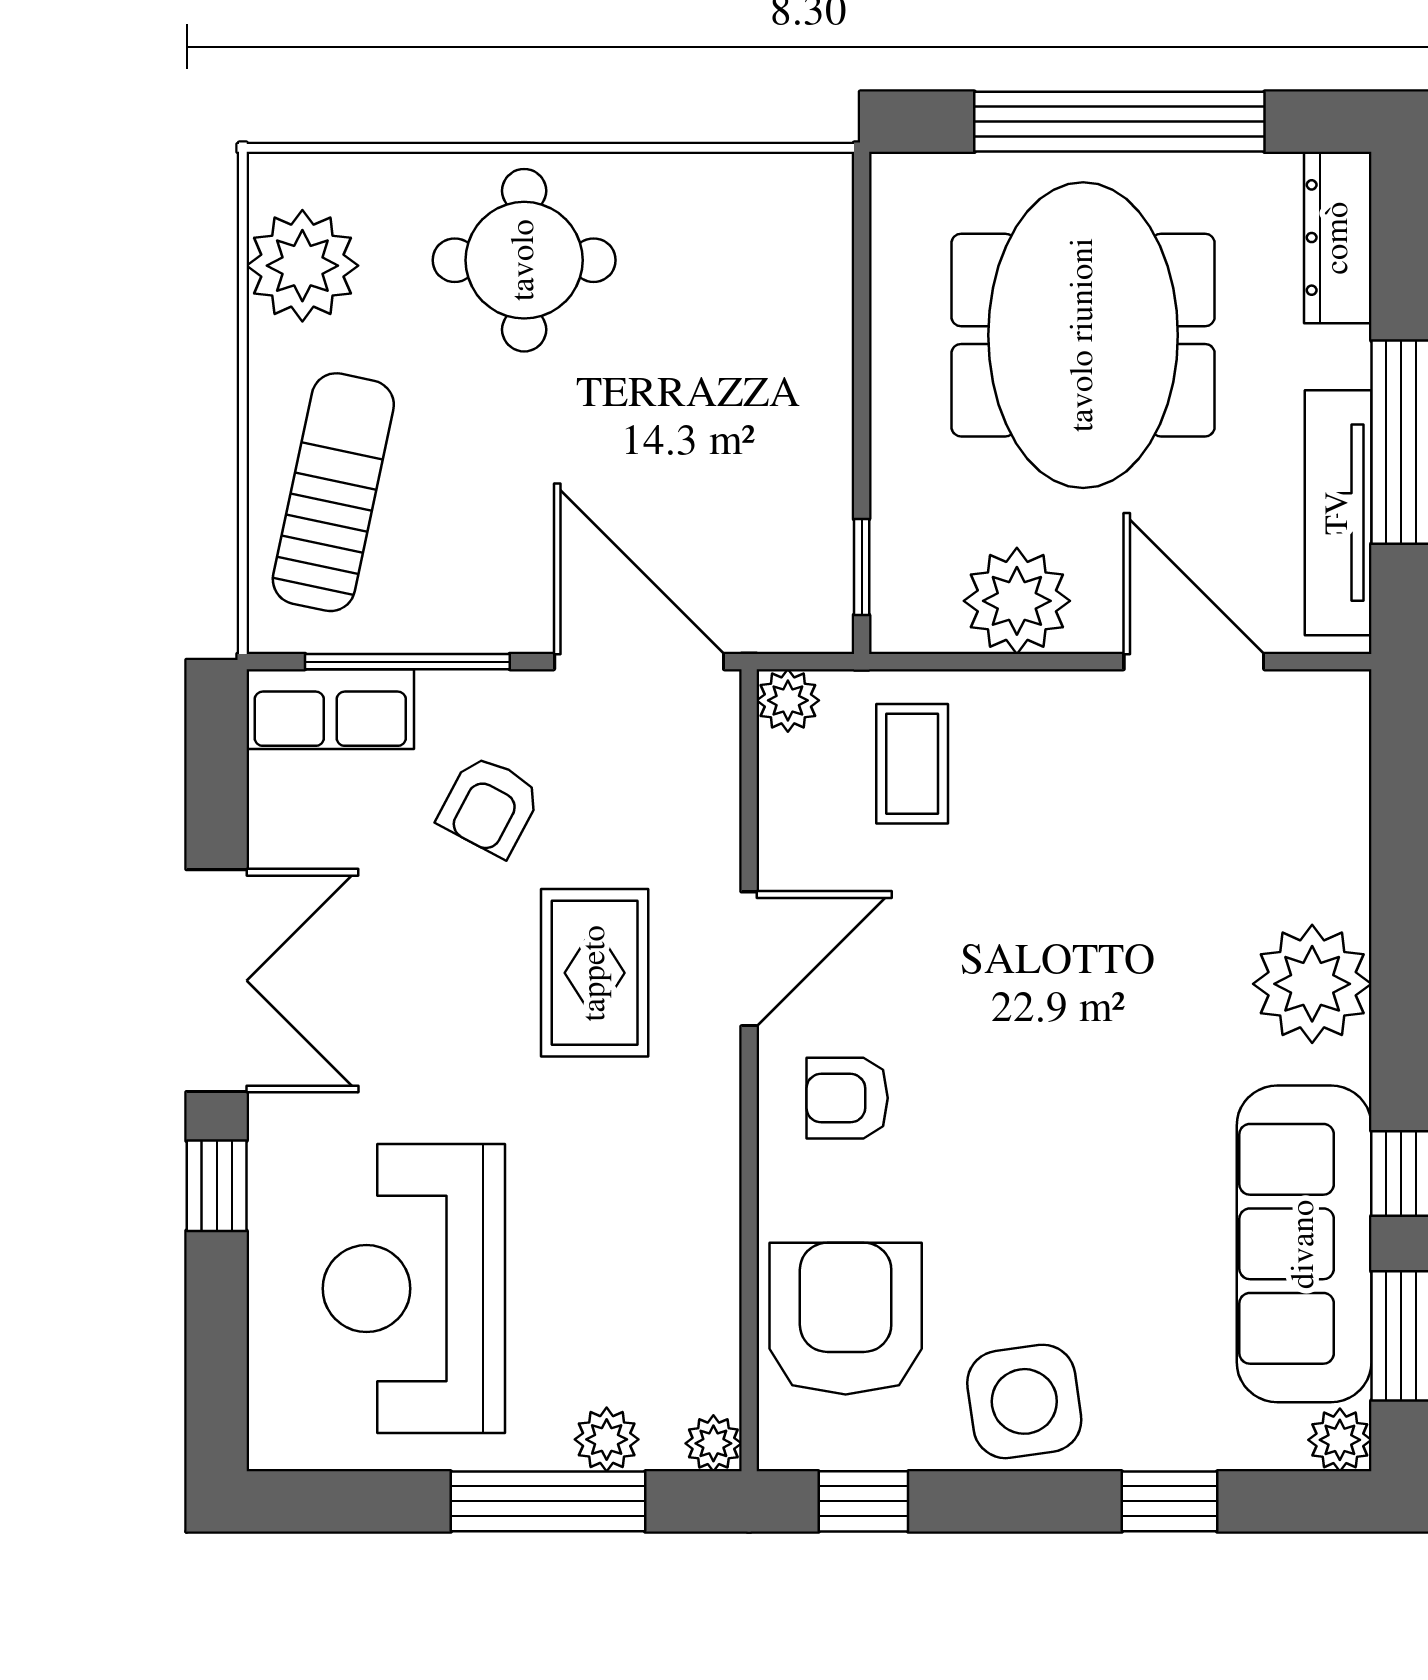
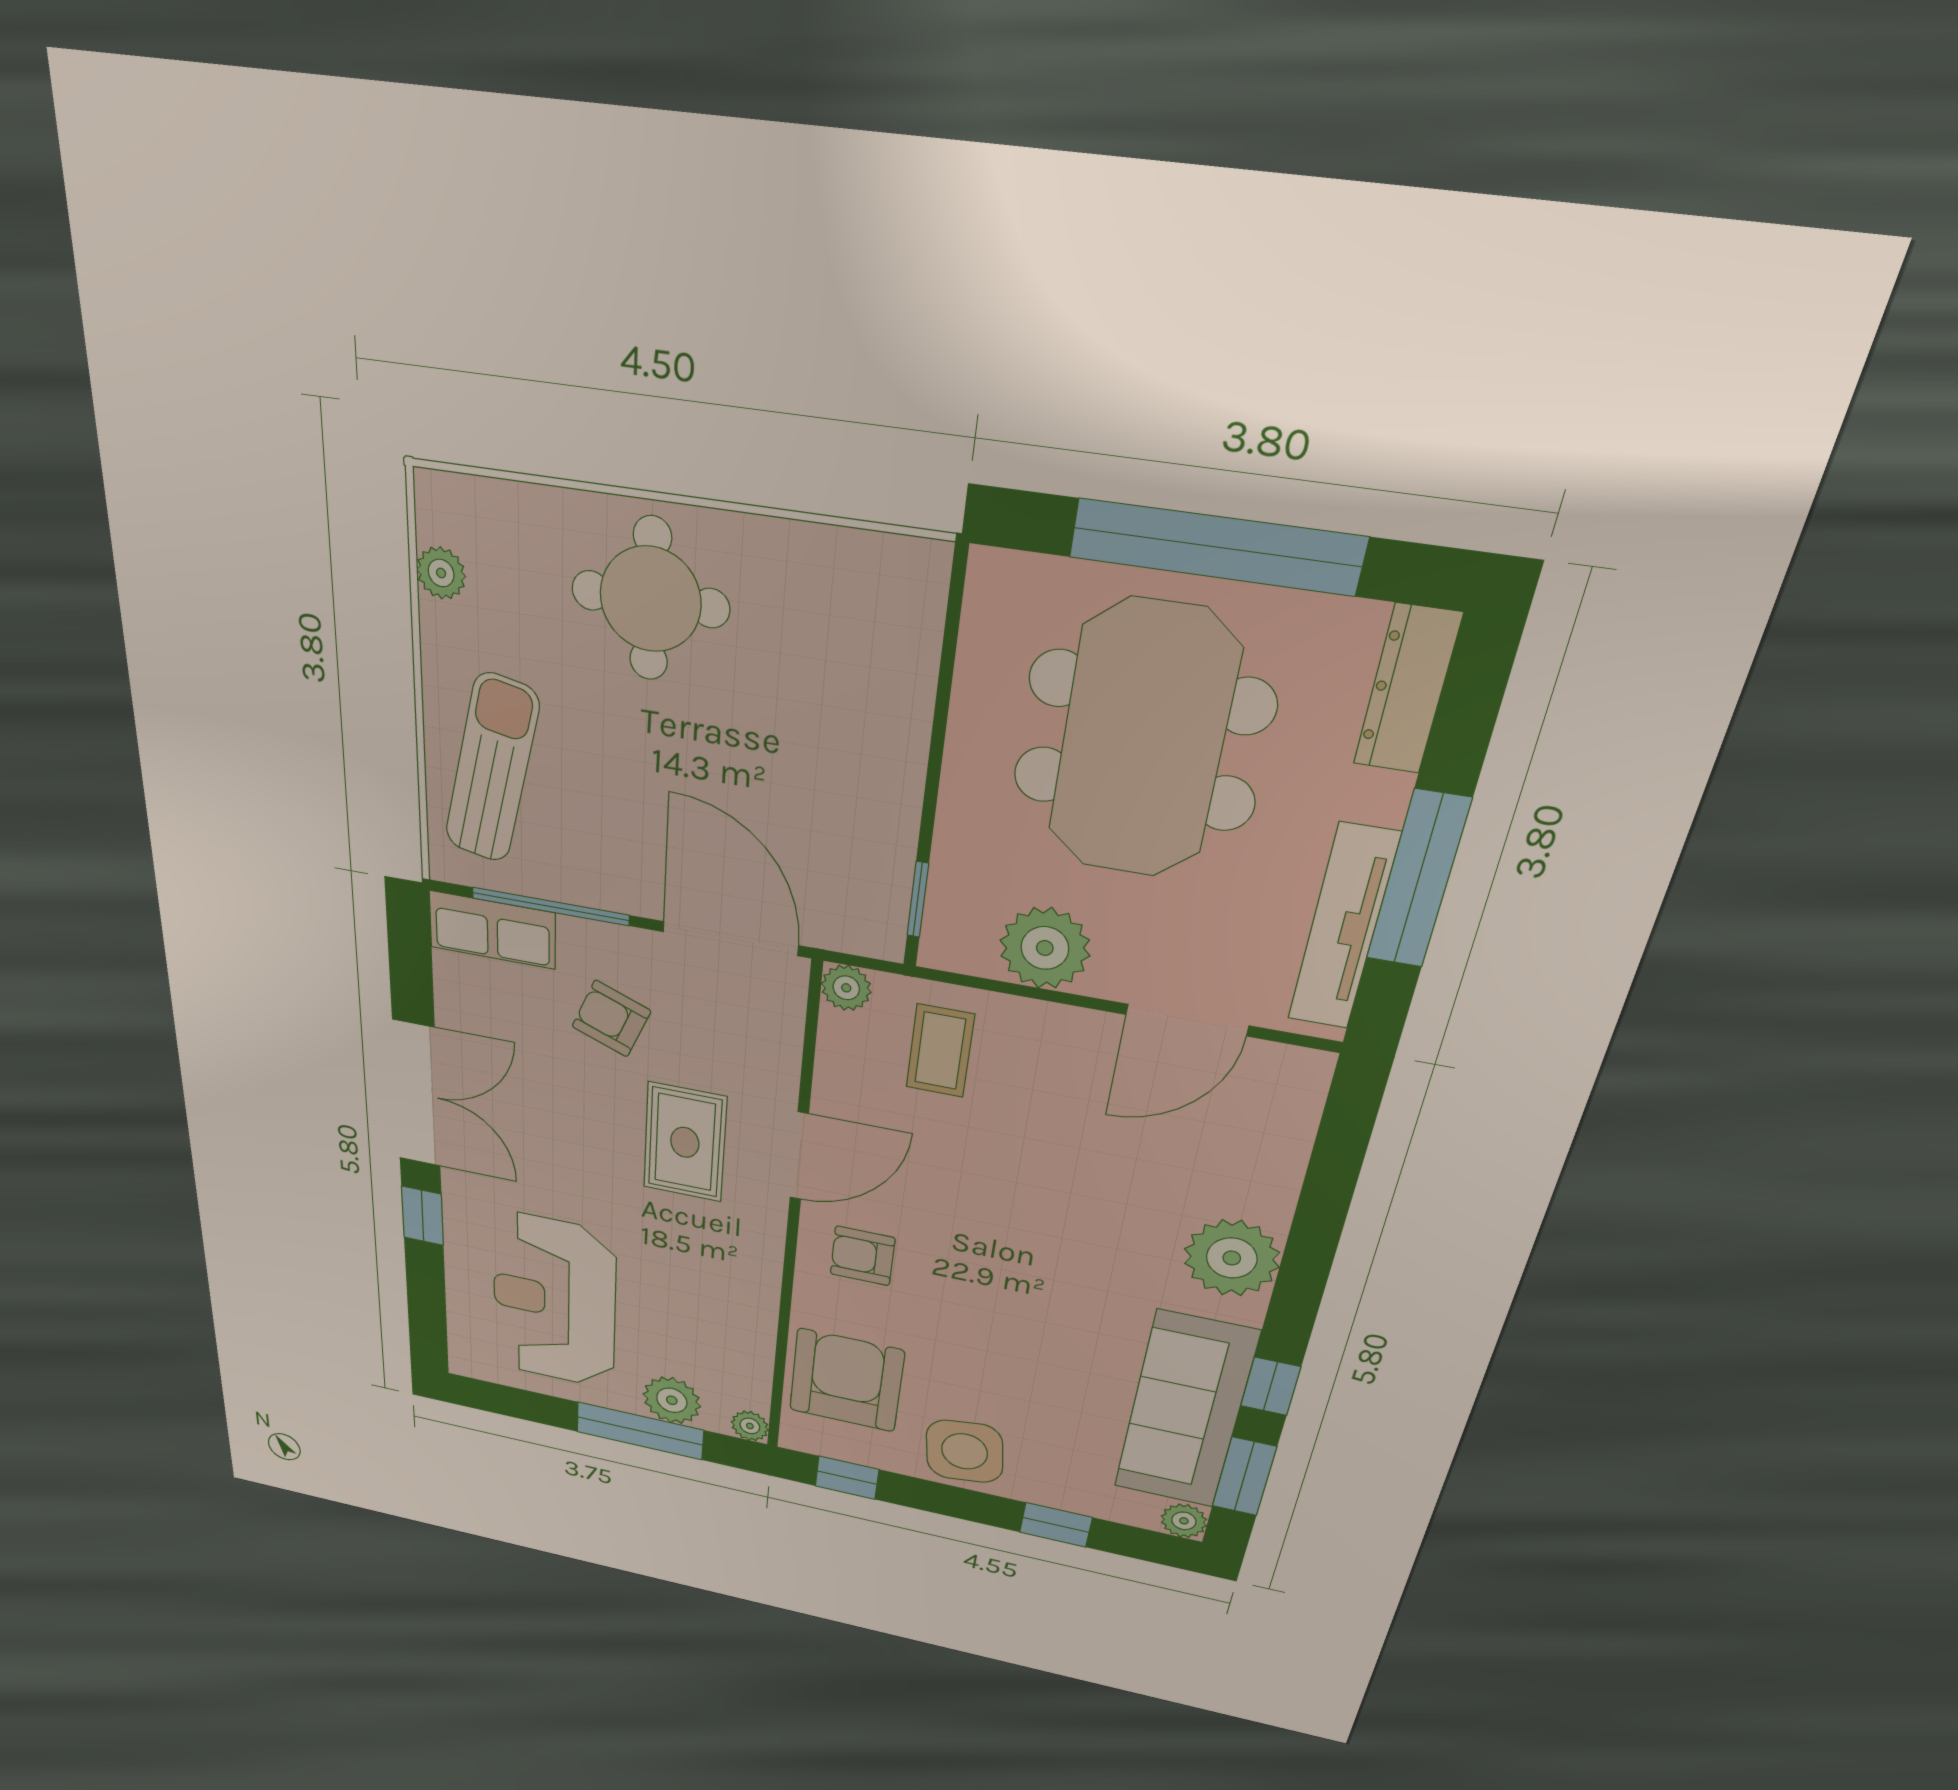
plant: (302, 266) -> (441, 573), width x0.53, depth x0.53
door: (1194, 662) -> (1187, 1020), swing flipped
armchair: (490, 806) -> (611, 1019), turned 84
plant: (607, 1439) -> (672, 1400), width x1.38, depth x1.38

